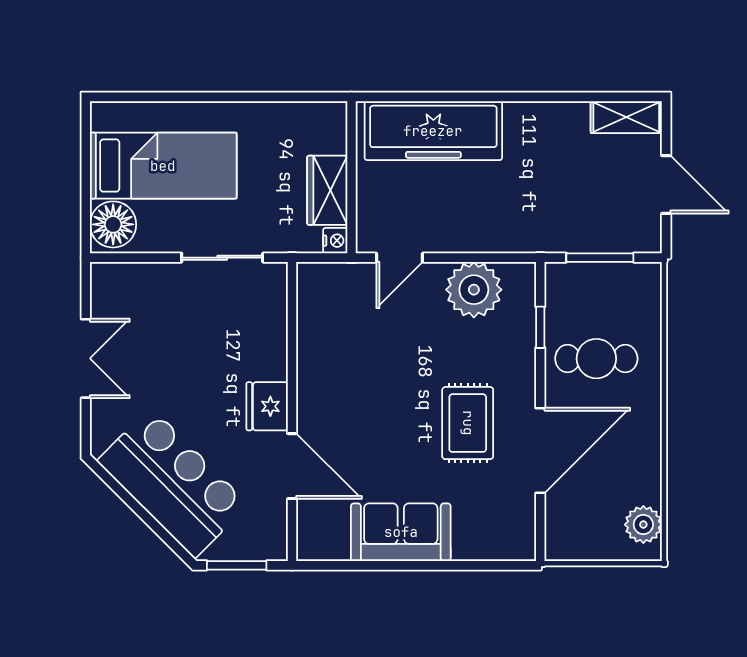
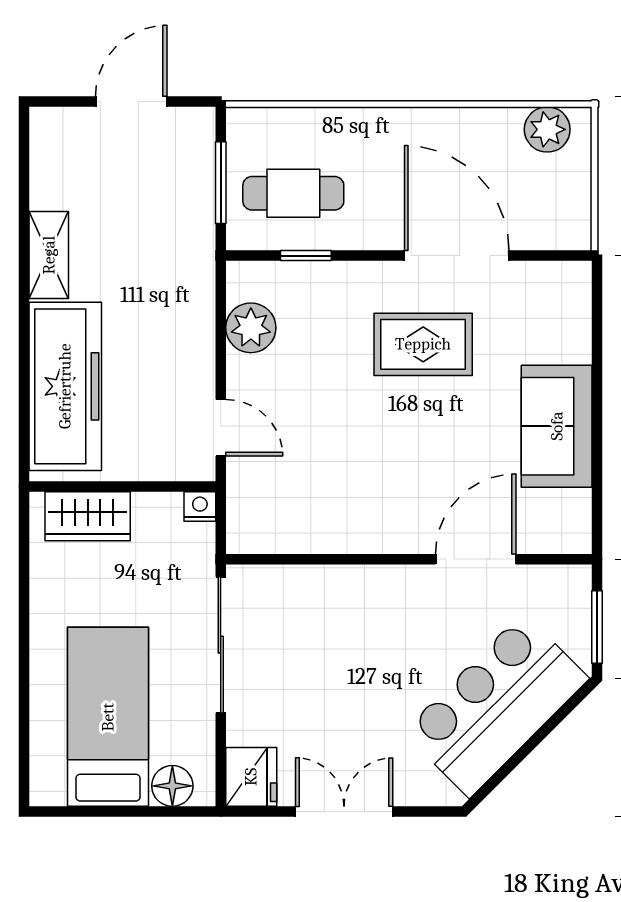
shelving: (626, 117) -> (49, 255), moved
wardrobe: (327, 190) -> (88, 516), moved
floor lamp: (113, 224) -> (172, 786), width x0.73, depth x0.73
sliding door: (222, 258) -> (221, 645), width x1.37
plant: (474, 290) -> (251, 328), width x0.73, depth x0.73
cafe table: (596, 359) -> (293, 193), moved, turned 90
fridge: (267, 406) -> (251, 777), moved, turned -90

